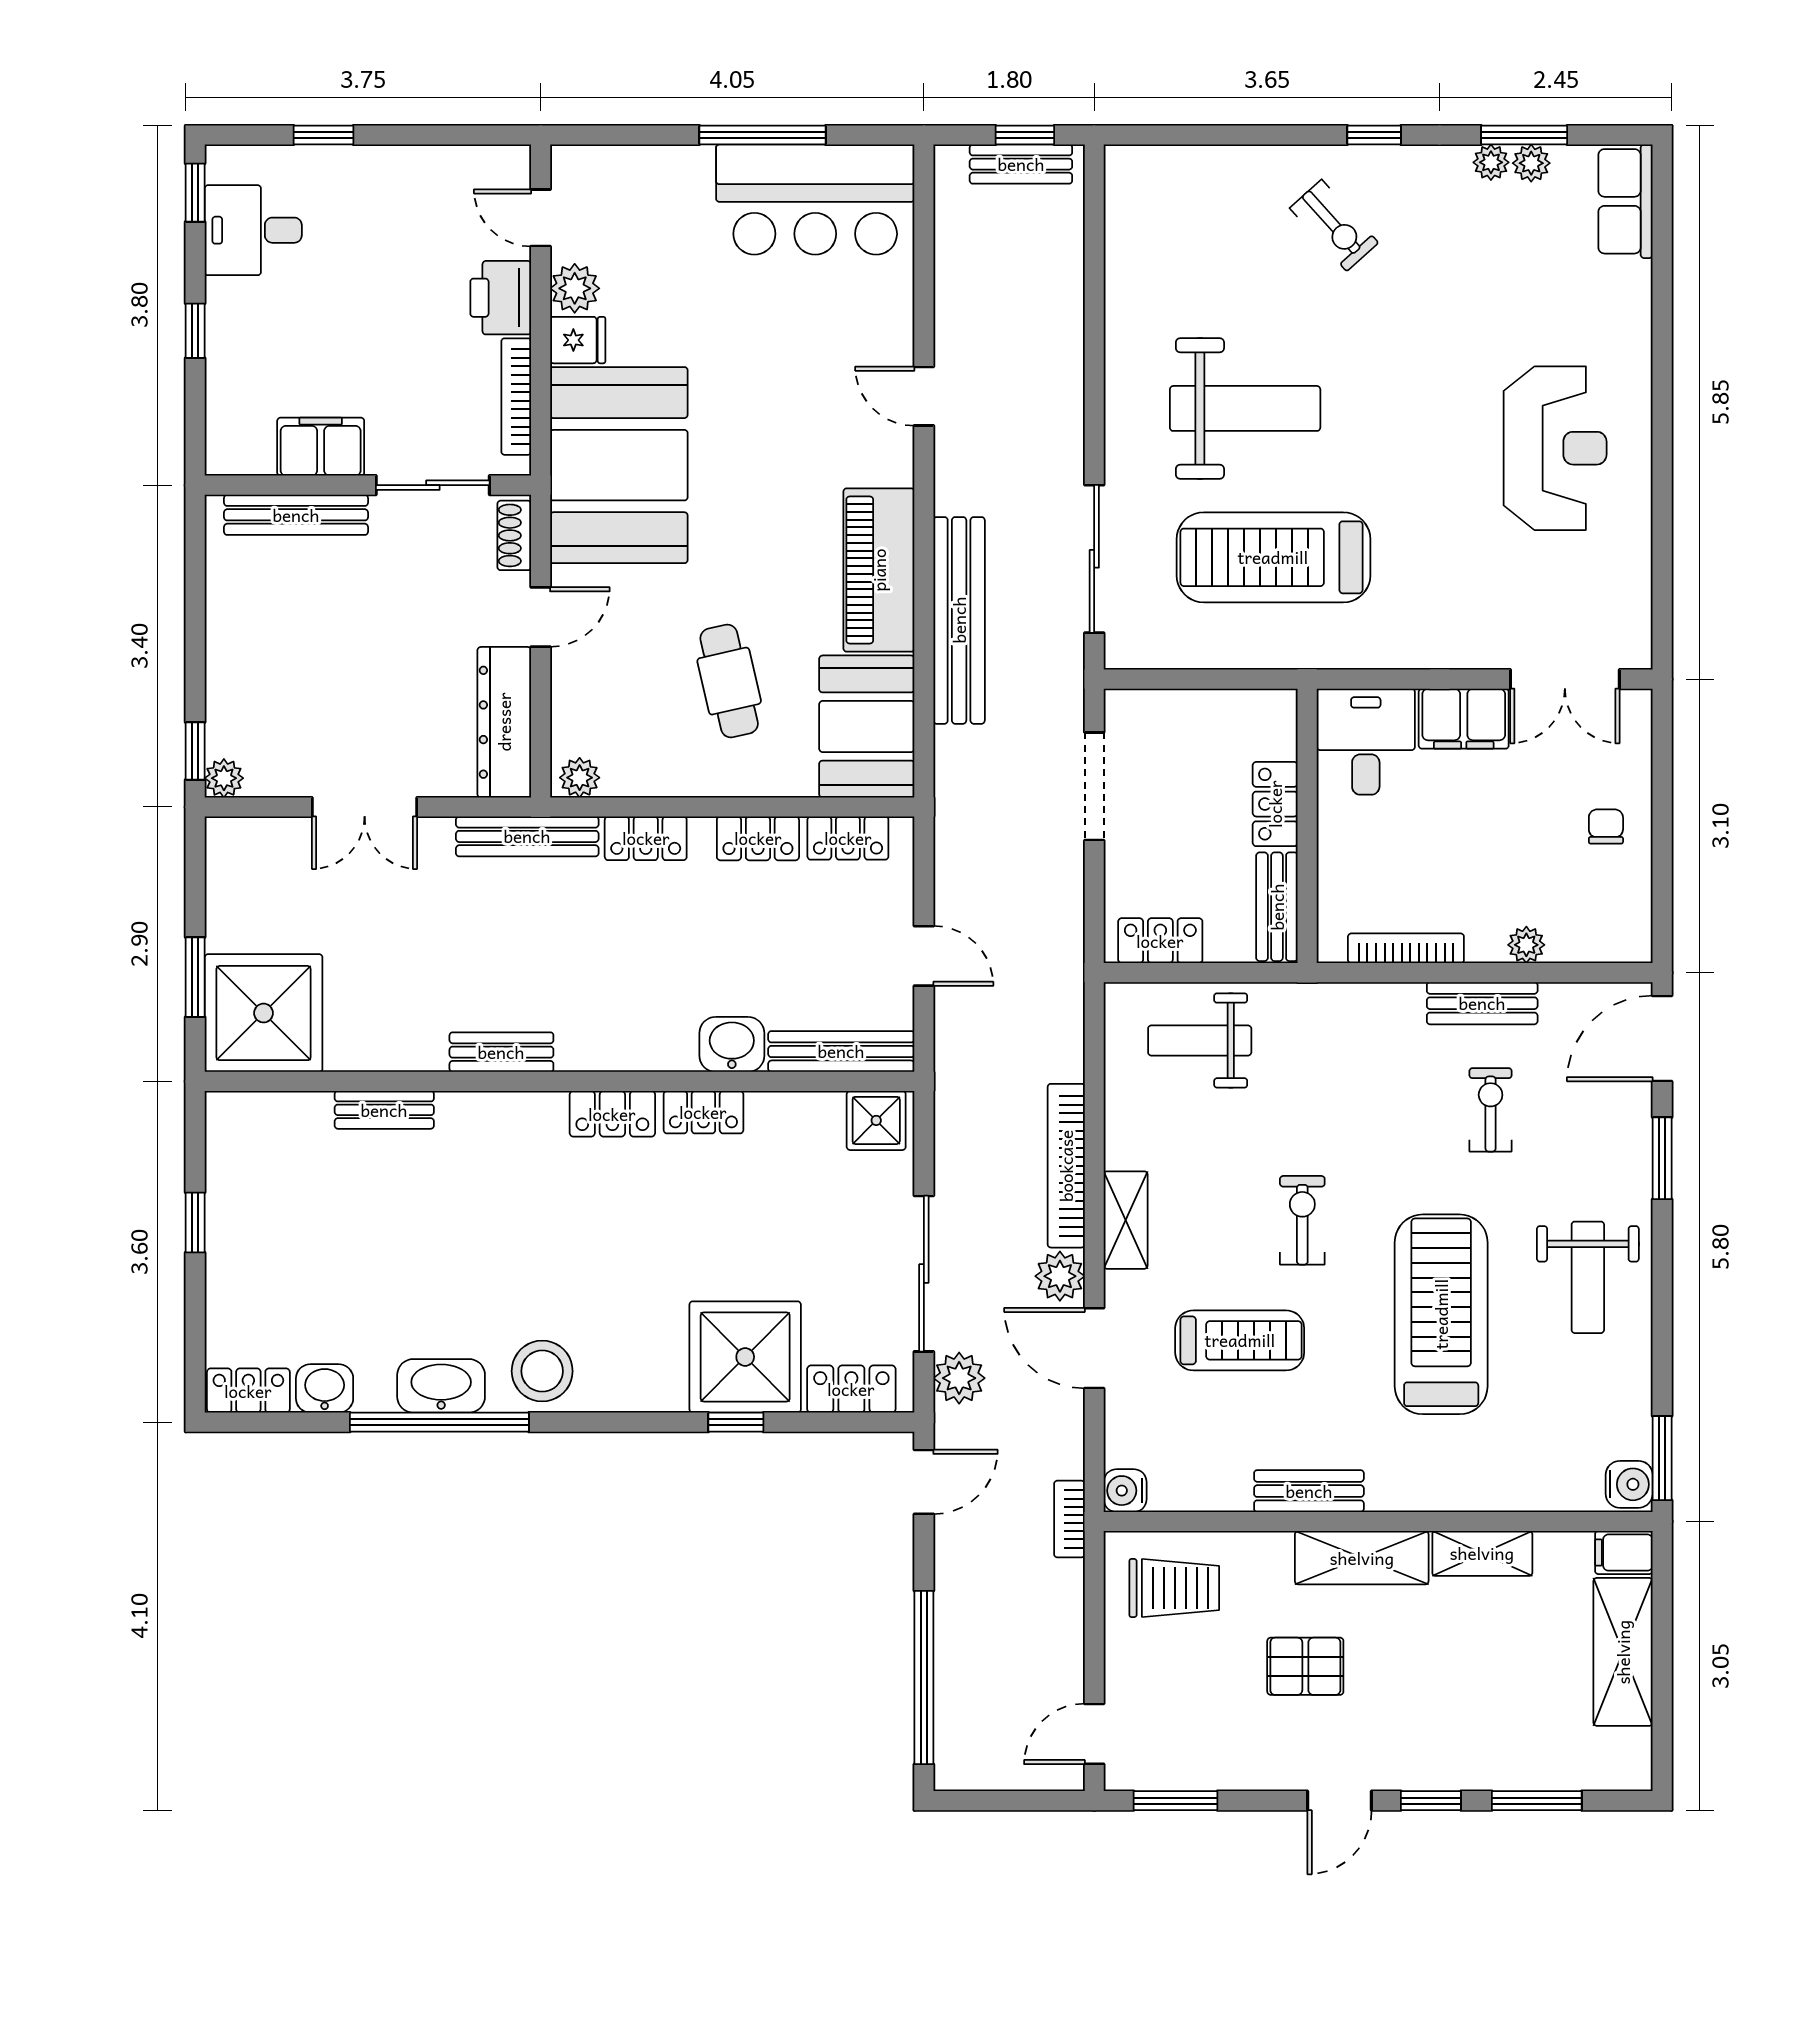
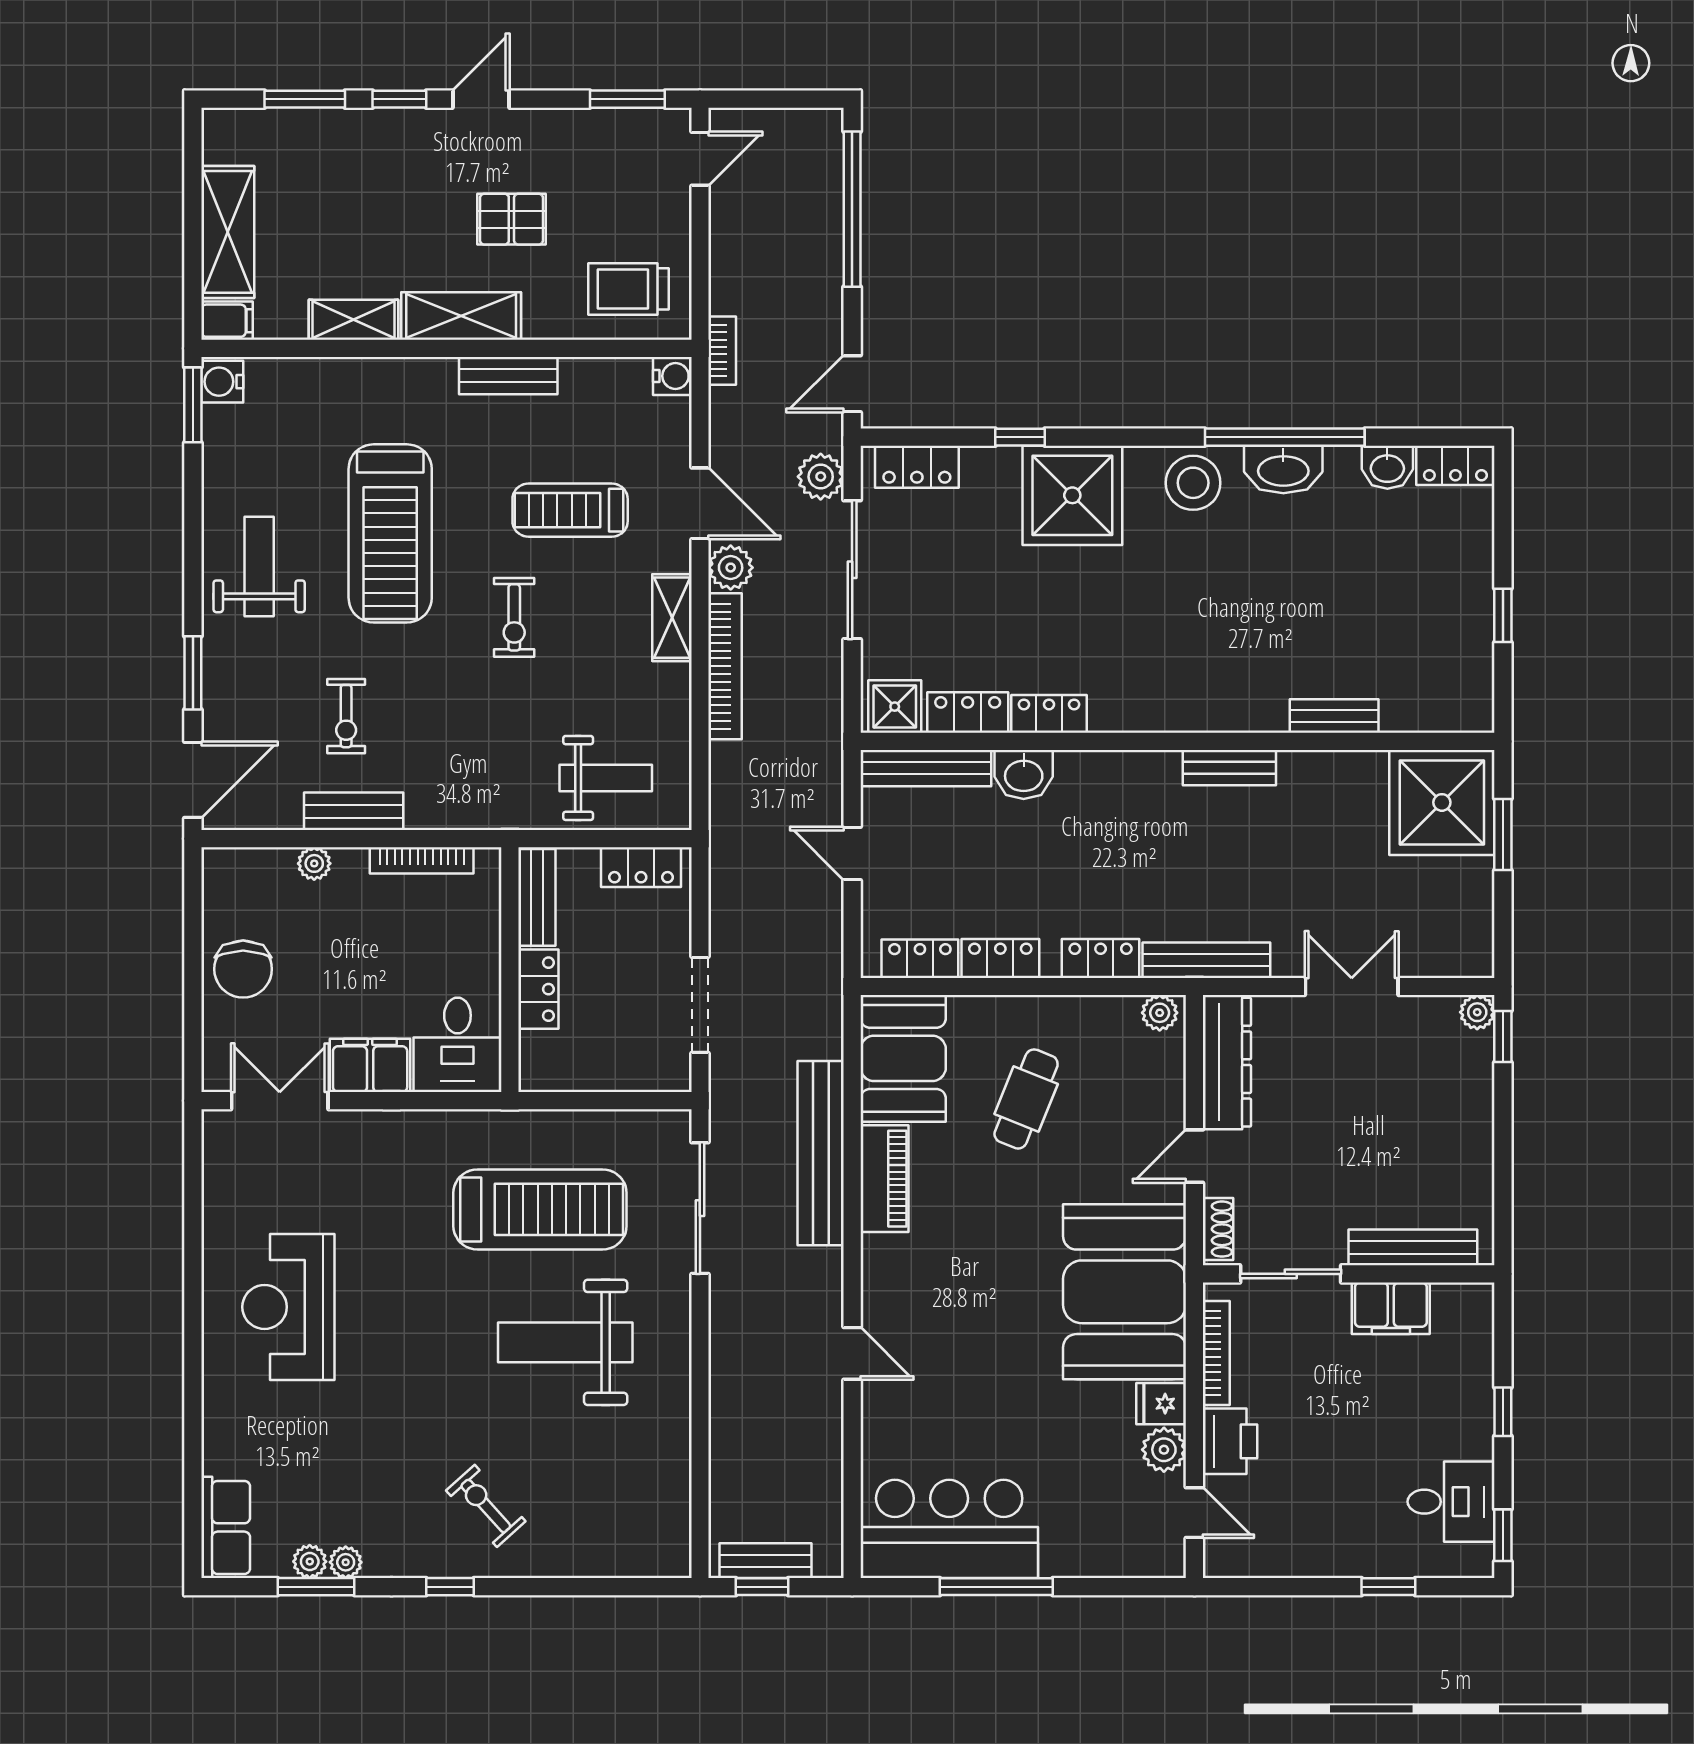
piano: (879, 570) -> (884, 1179), width x0.73, depth x0.75
cafe table: (729, 681) -> (1026, 1099), turned 35
chair: (1606, 827) -> (243, 969), width x1.87, depth x1.87
locker: (612, 1114) -> (968, 713), moved
shower: (745, 1357) -> (1072, 495), moved

